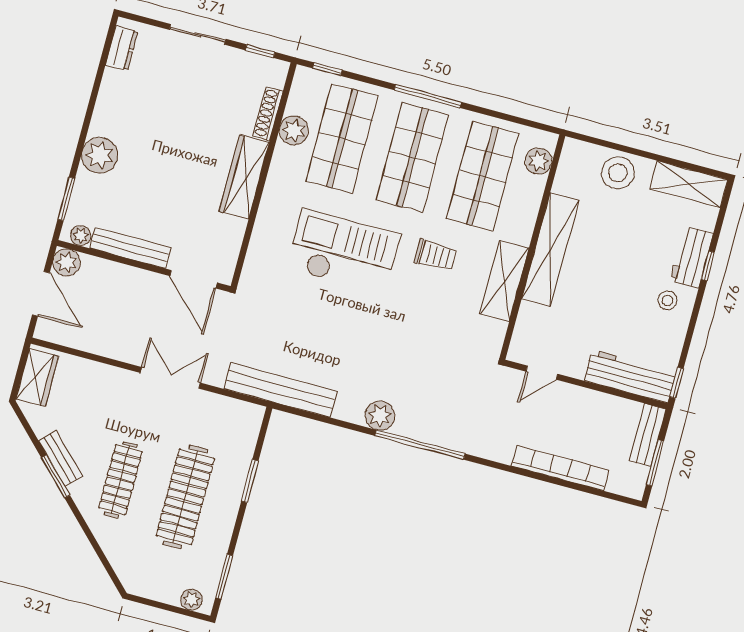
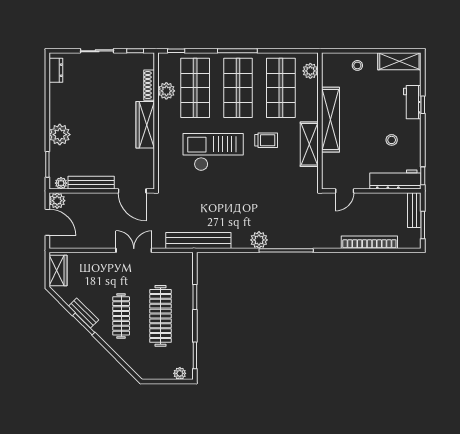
stool: (618, 173) -> (357, 65), width x0.53, depth x0.53
stool: (668, 300) -> (392, 140), moved

